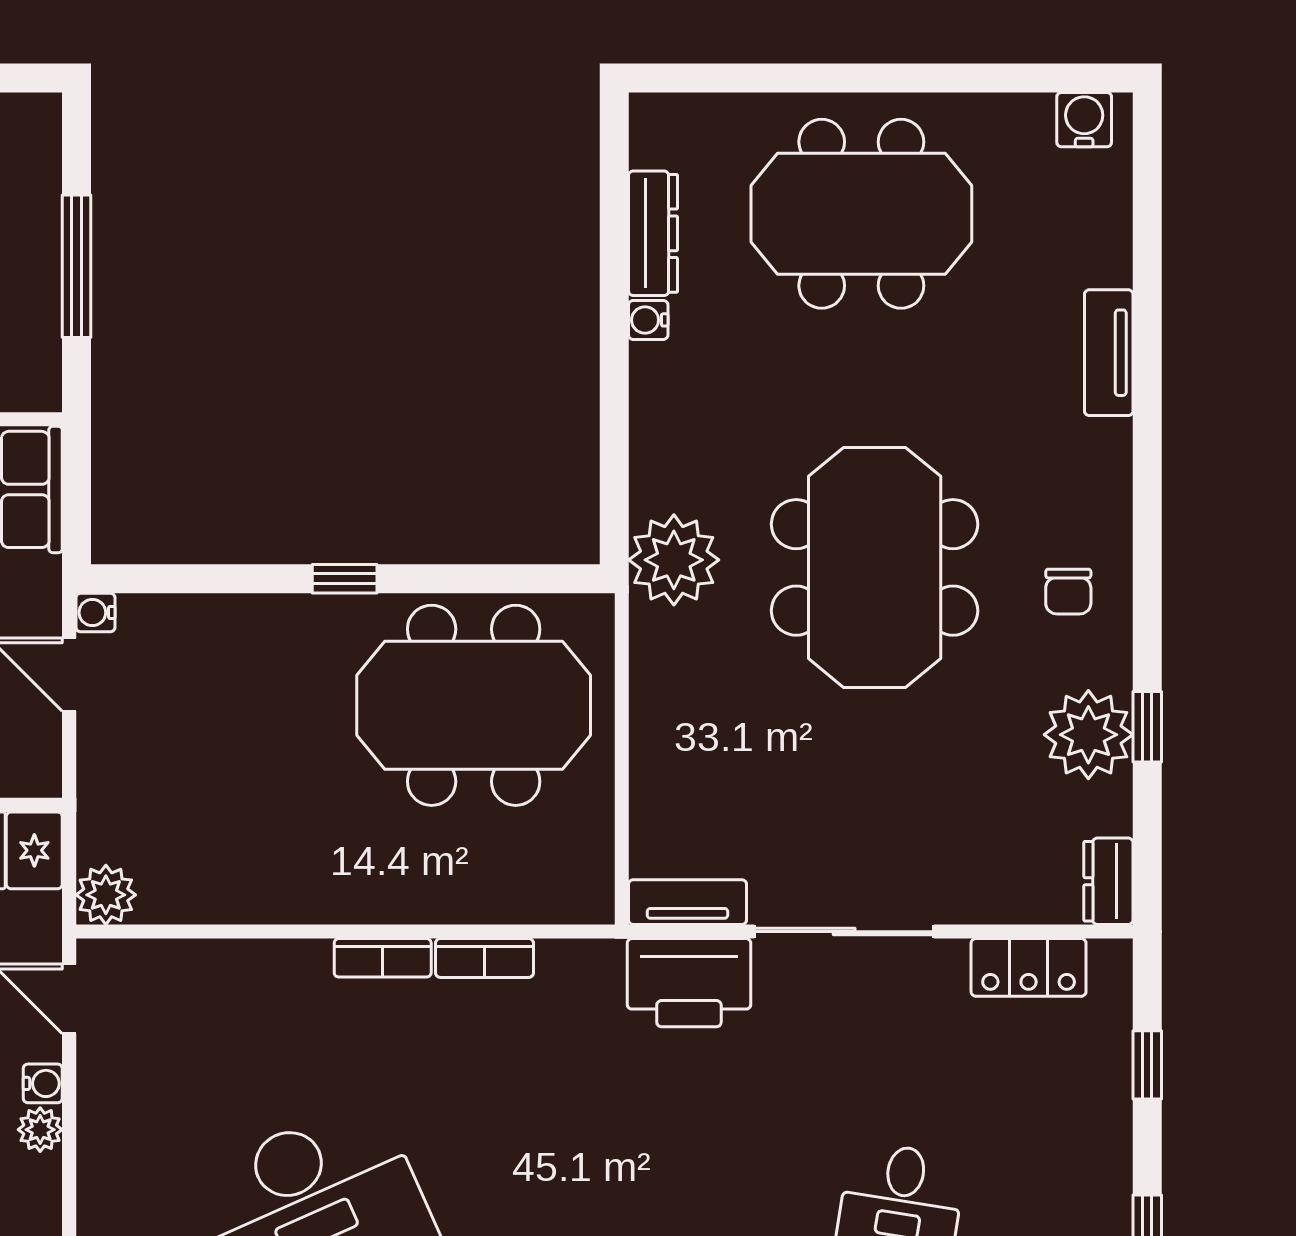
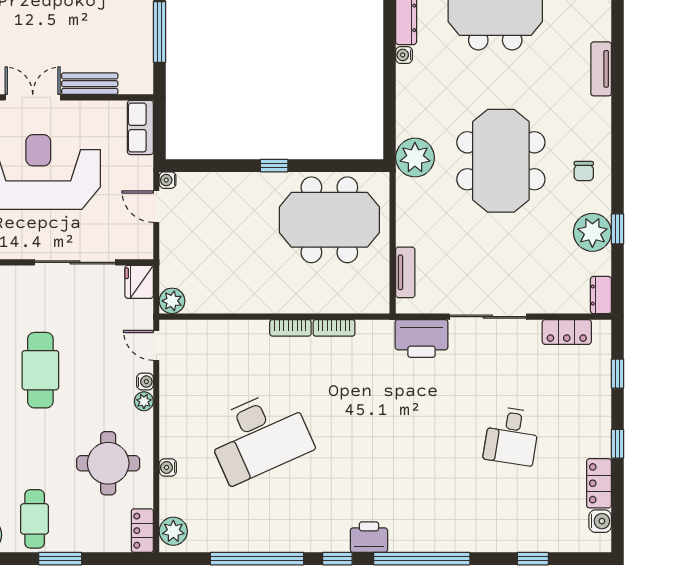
tv unit: (687, 902) -> (405, 272), moved, turned 90

